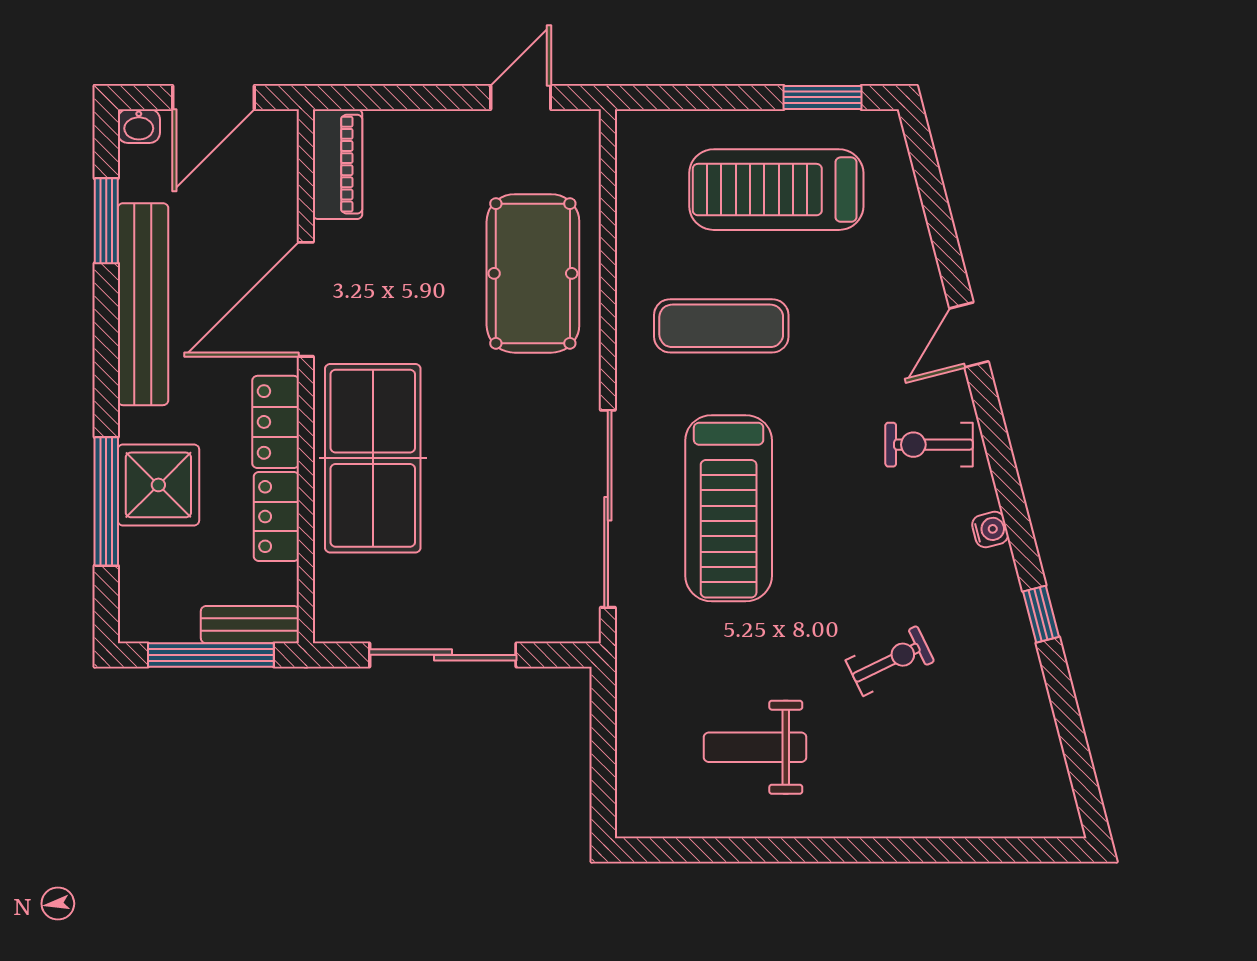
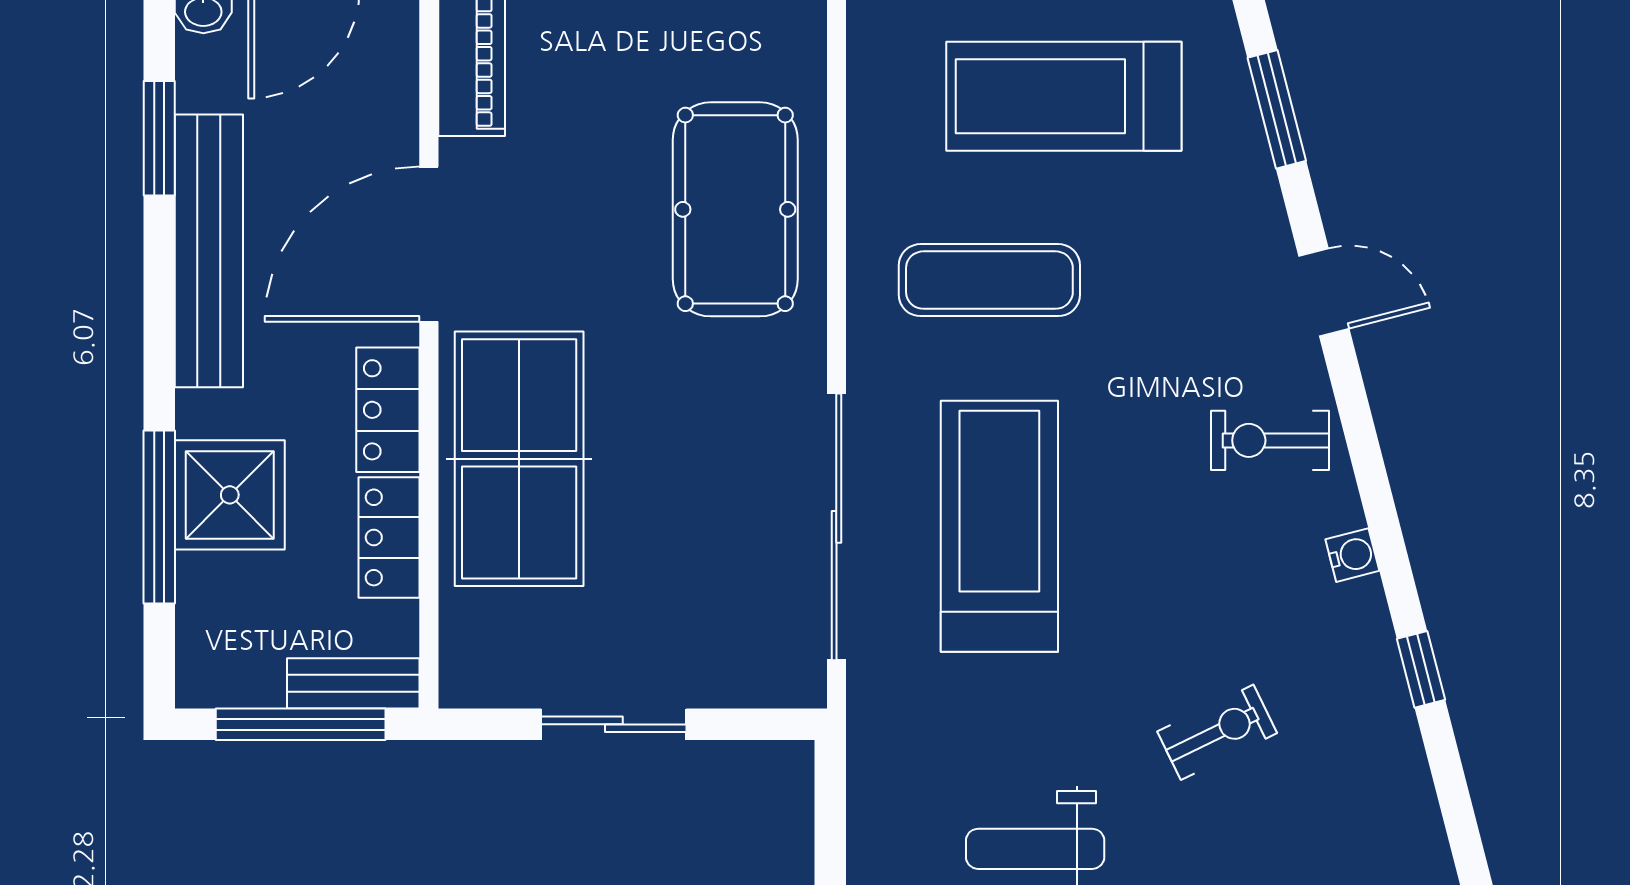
window: (934, 199) -> (1277, 109), added
door: (969, 335) -> (1324, 292), swing flipped
treadmill: (729, 508) -> (999, 526), turned 180
sliding door: (443, 655) -> (614, 724), width x0.73

